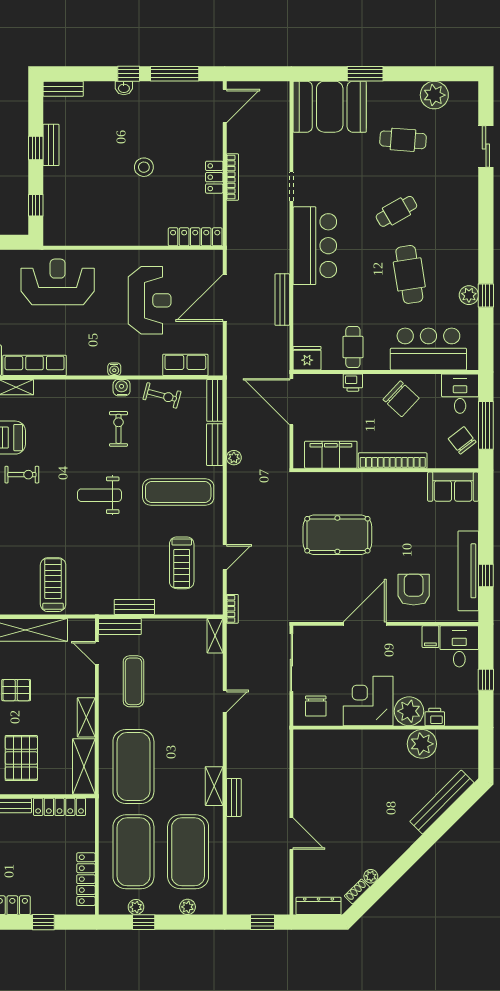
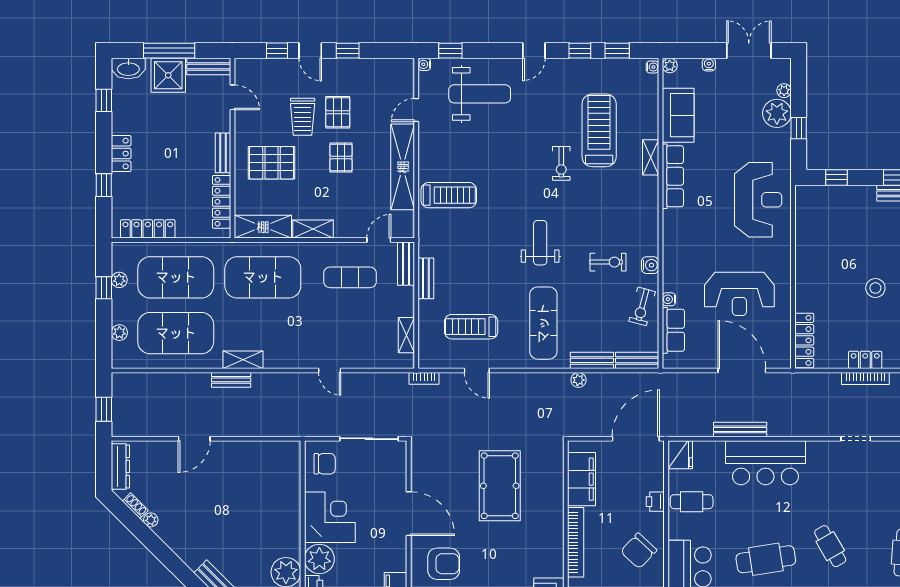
bar counter: (315, 246) -> (765, 463), moved
water cooler: (114, 369) -> (669, 299), moved
shelving: (215, 636) -> (406, 335), moved, turned 90
chair: (316, 706) -> (325, 464), turned 180

